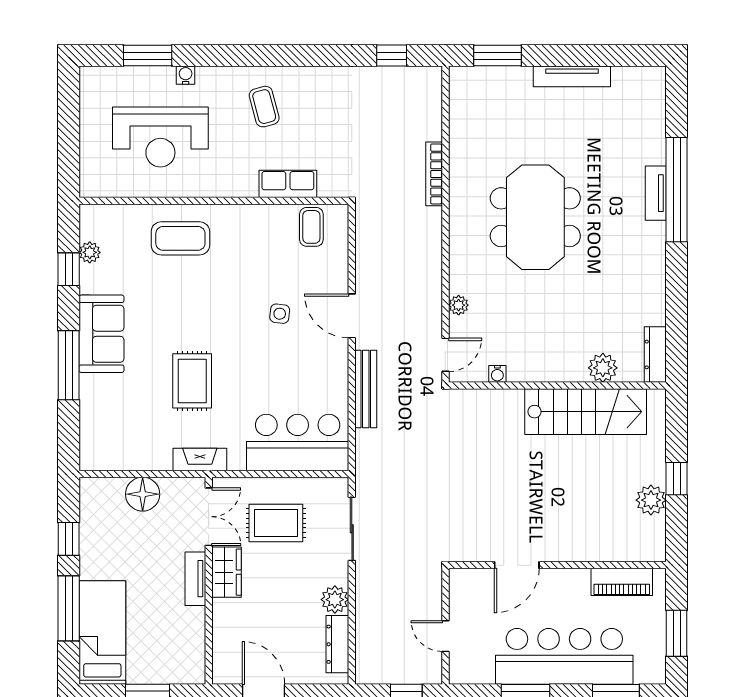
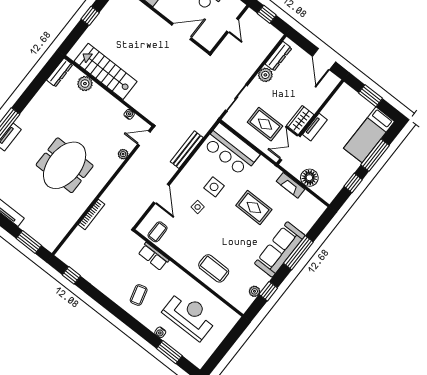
door: (352, 316) -> (161, 194), moved
sofa: (101, 334) -> (280, 249), width x1.36
side table: (279, 365) -> (214, 187), added
rug: (192, 381) -> (254, 208), turned 90
fireplace: (200, 459) -> (290, 185), moved
plant: (651, 500) -> (107, 15), removed

